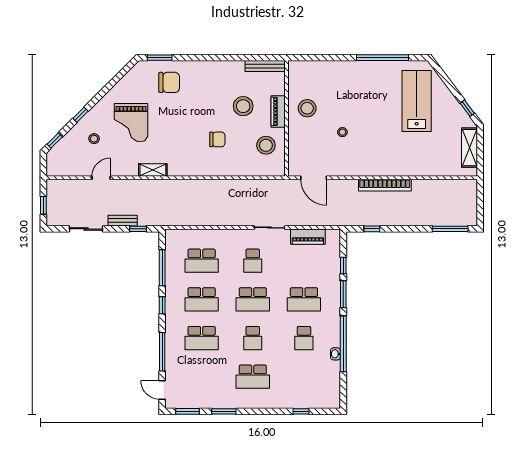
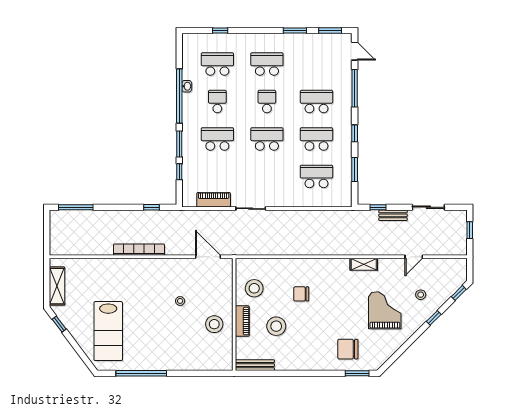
school desk: (253, 261) -> (217, 64), moved, width x1.85
window: (162, 268) -> (355, 170), width x0.69

